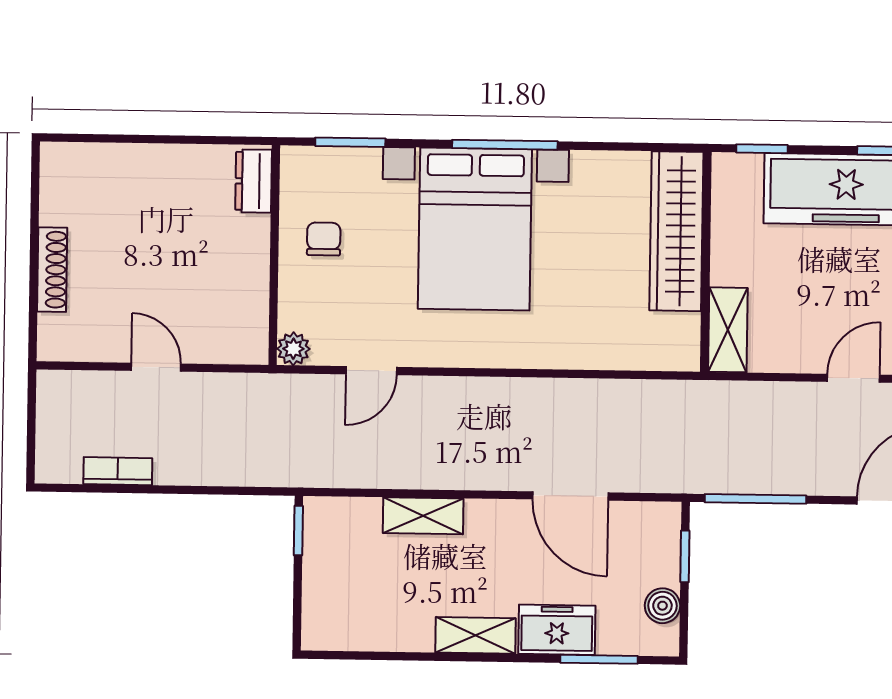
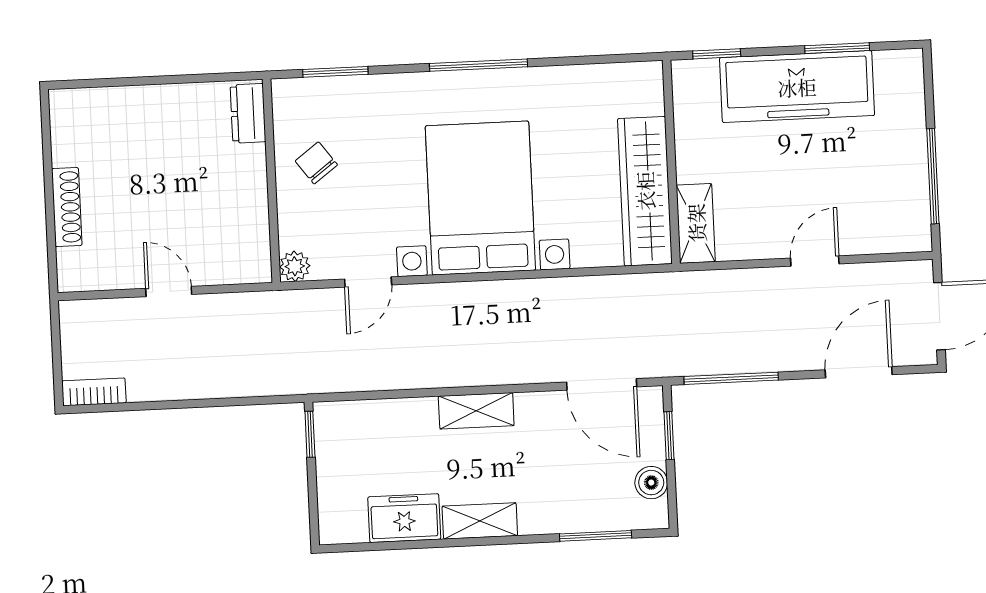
bed with nightstands: (475, 229) -> (480, 198), moved, turned 180
wardrobe: (676, 231) -> (645, 191), moved
chair: (324, 239) -> (316, 163), turned -37
bookcase: (118, 471) -> (94, 392), moved
door: (570, 496) -> (602, 384), moved
shelving: (423, 516) -> (476, 411), moved
freezer: (557, 630) -> (404, 518), moved

